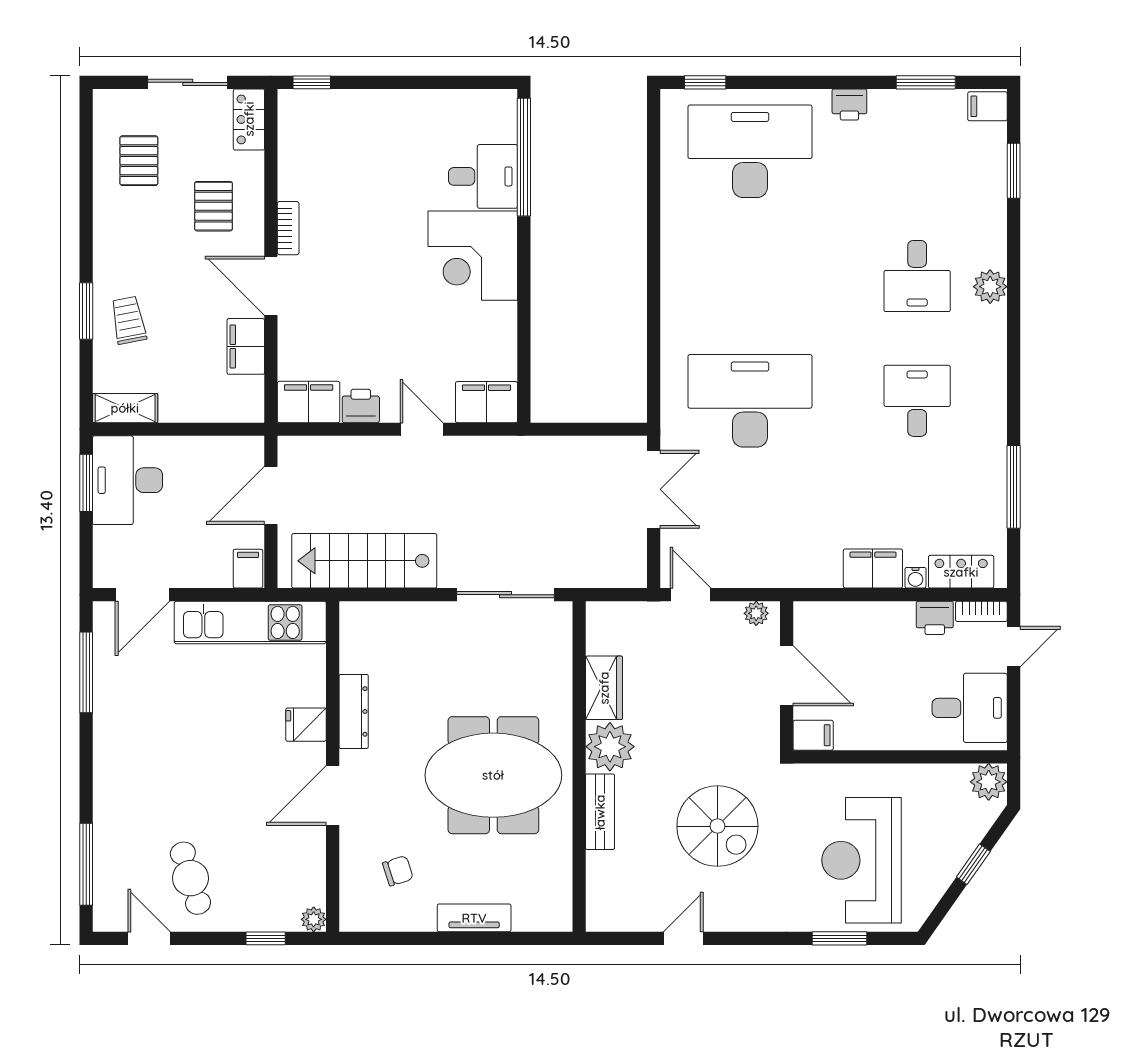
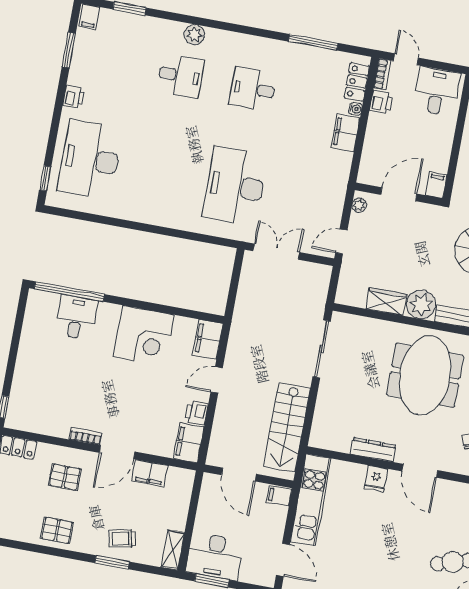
pallet: (139, 161) -> (57, 530), moved
corner desk: (473, 256) -> (144, 336), moved

